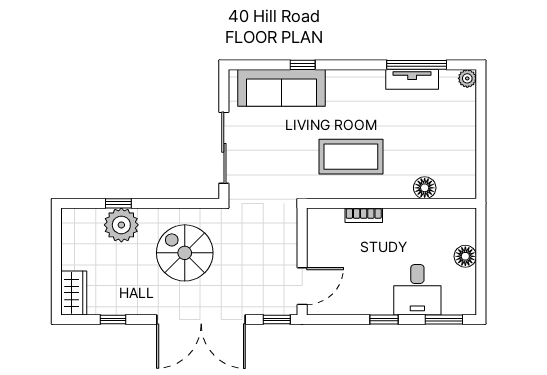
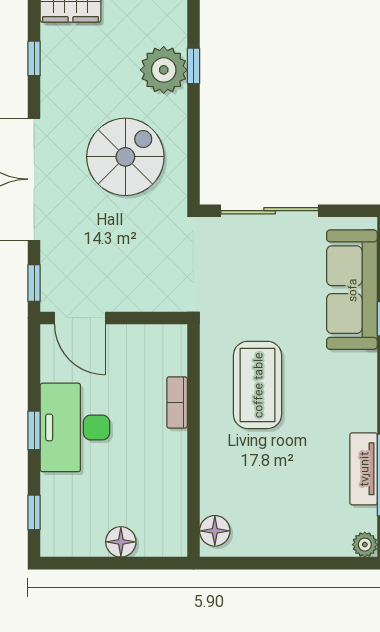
floor lamp: (425, 188) -> (215, 531), moved
desk: (417, 290) -> (75, 427), moved, width x1.37
window: (444, 319) -> (34, 512), width x0.67

